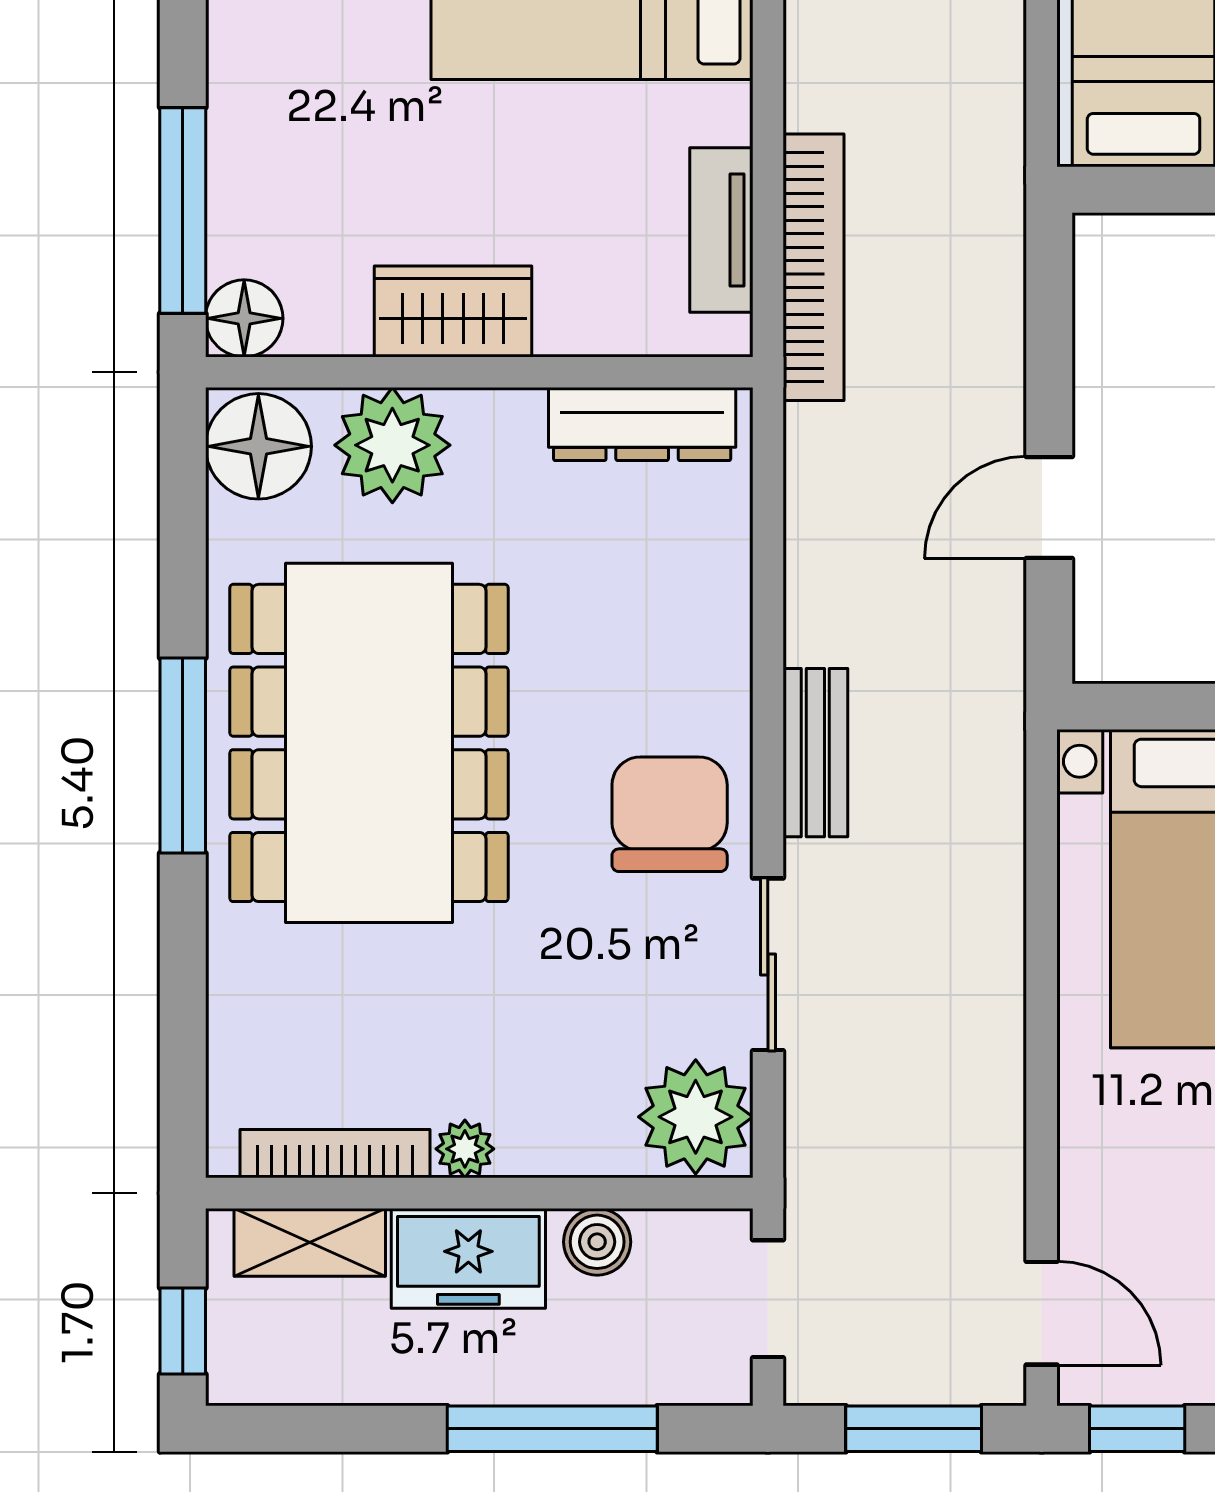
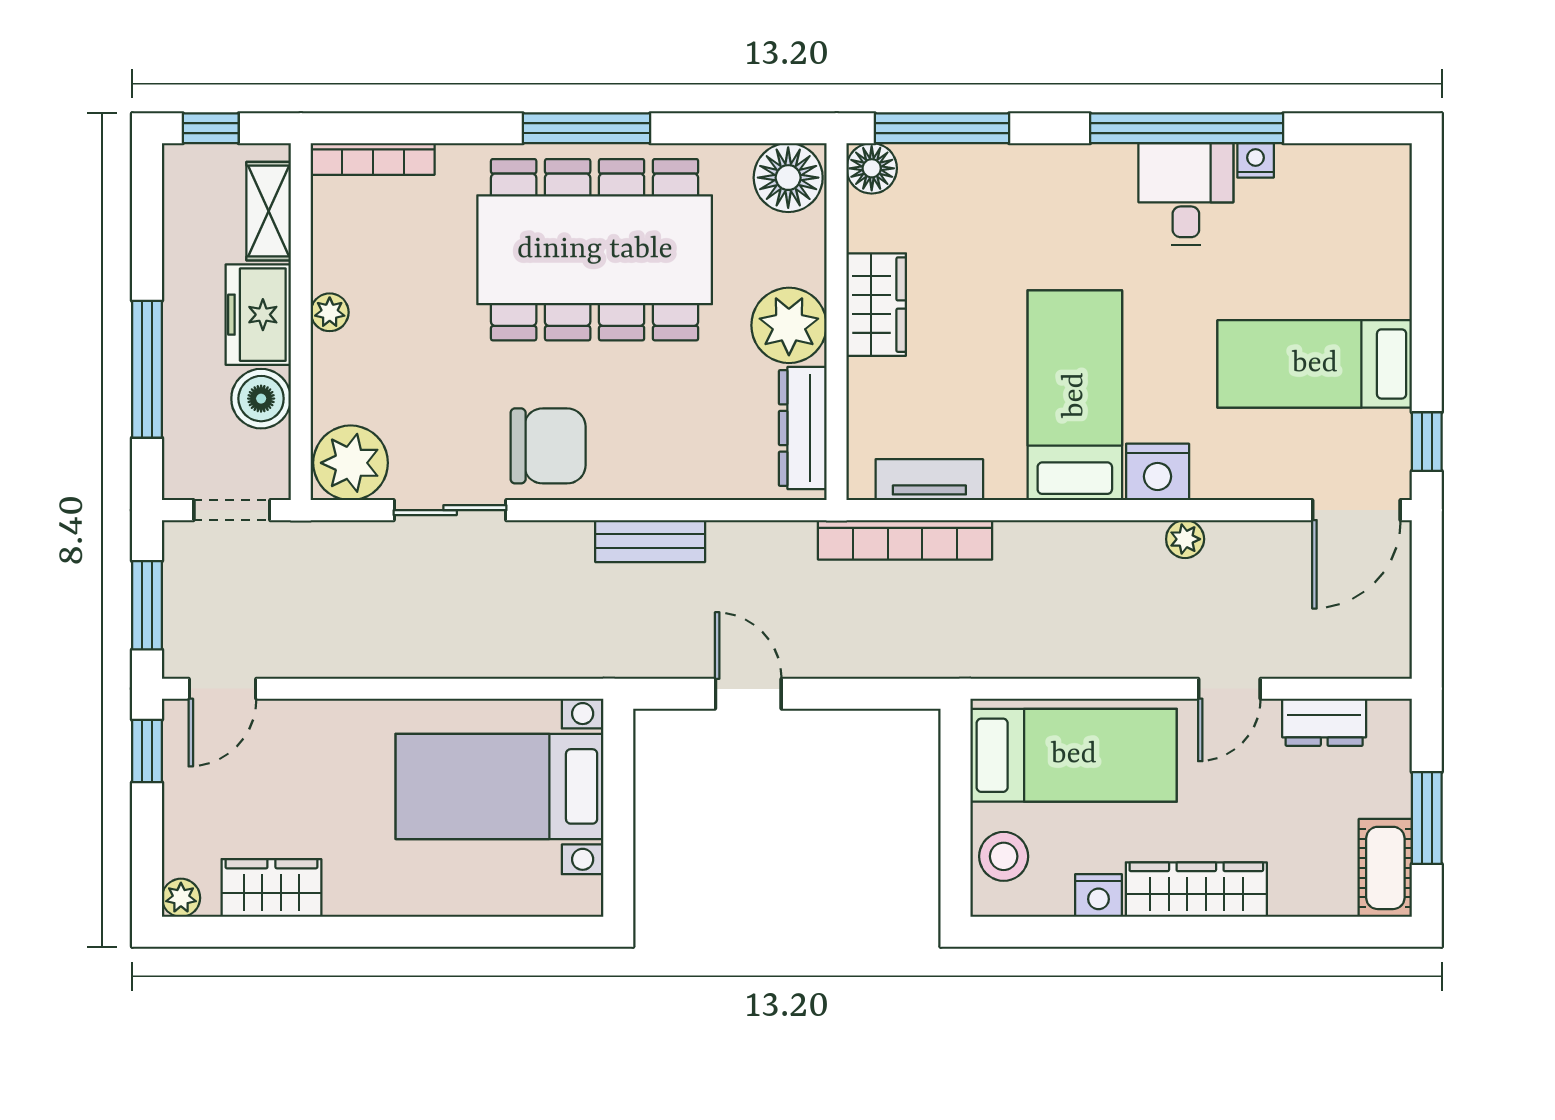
plant: (392, 445) -> (789, 325), moved
bench: (815, 753) -> (650, 541), moved
bookcase: (335, 1154) -> (373, 159), moved, turned 90
boiler: (597, 1242) -> (261, 399), width x1.36, depth x1.36

